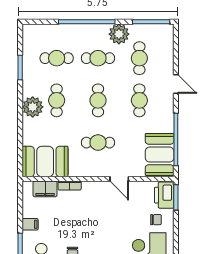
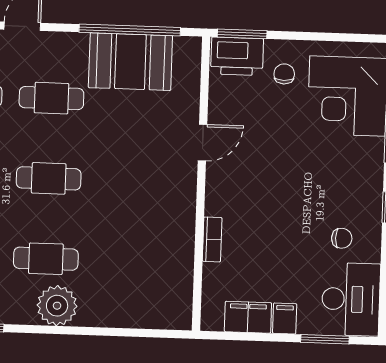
cafe table: (98, 143) -> (131, 181), removed
booth: (160, 155) -> (130, 62), moved
booth: (45, 161) -> (164, 285), removed
filing cabinet: (45, 189) -> (248, 317), moved, turned -90

